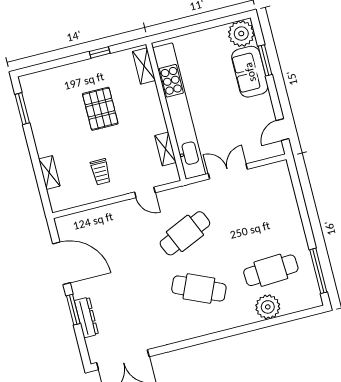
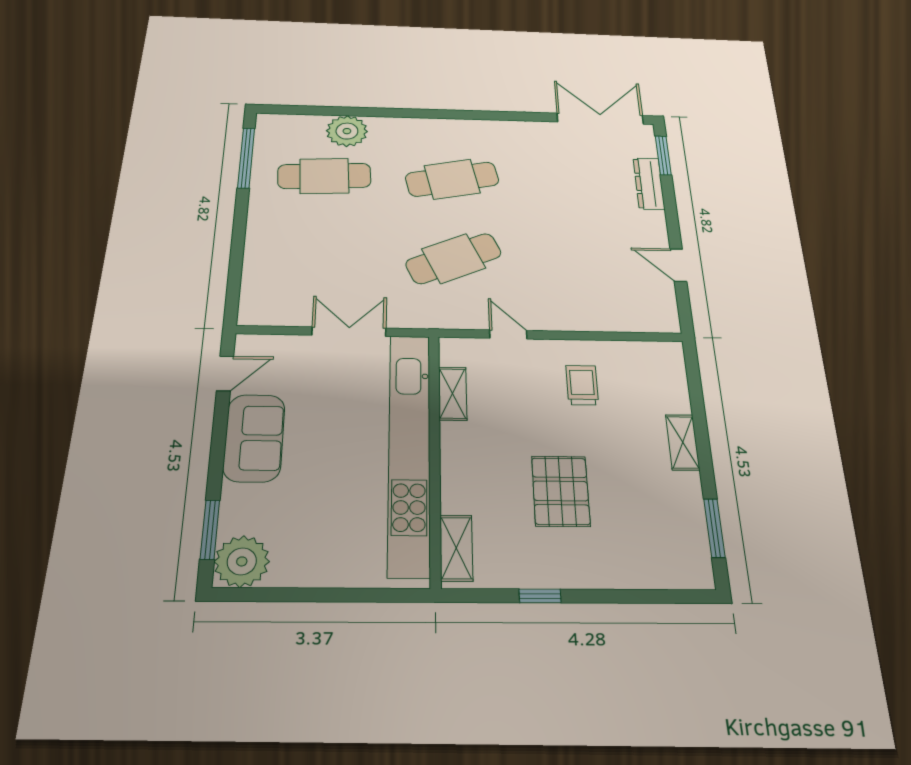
window: (265, 60) -> (210, 530), moved
sofa: (250, 72) -> (254, 438), moved
double door: (228, 171) -> (349, 332), swing flipped
shelving: (49, 173) -> (683, 442), moved
door: (61, 263) -> (678, 265), width x0.53
cafe table: (199, 288) -> (452, 179), turned -36
window: (73, 310) -> (663, 155), moved

